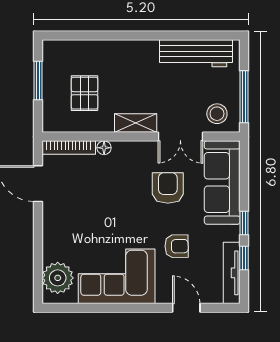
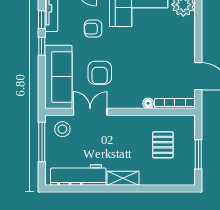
shelving: (136, 123) -> (123, 178), moved

